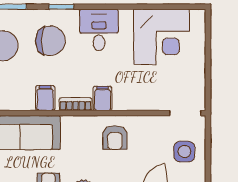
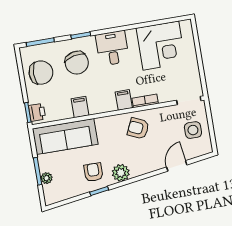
chair: (50, 41) -> (77, 63), turned 77
bookcase: (76, 104) -> (145, 101), moved
armchair: (115, 138) -> (138, 128), turned 114

